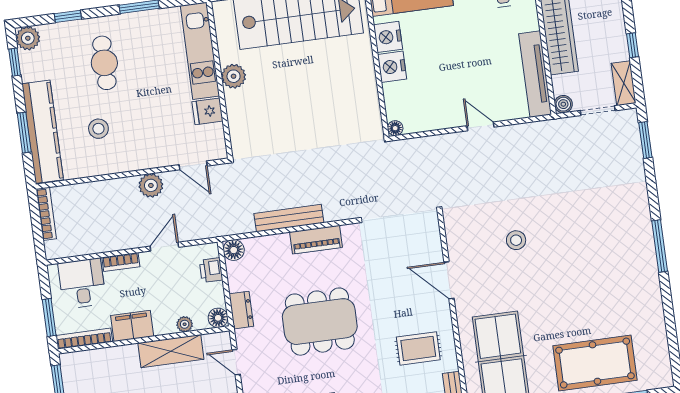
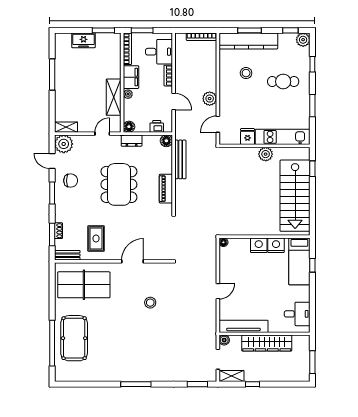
bench: (289, 218) -> (180, 159), moved
plant: (185, 324) -> (128, 94), moved

